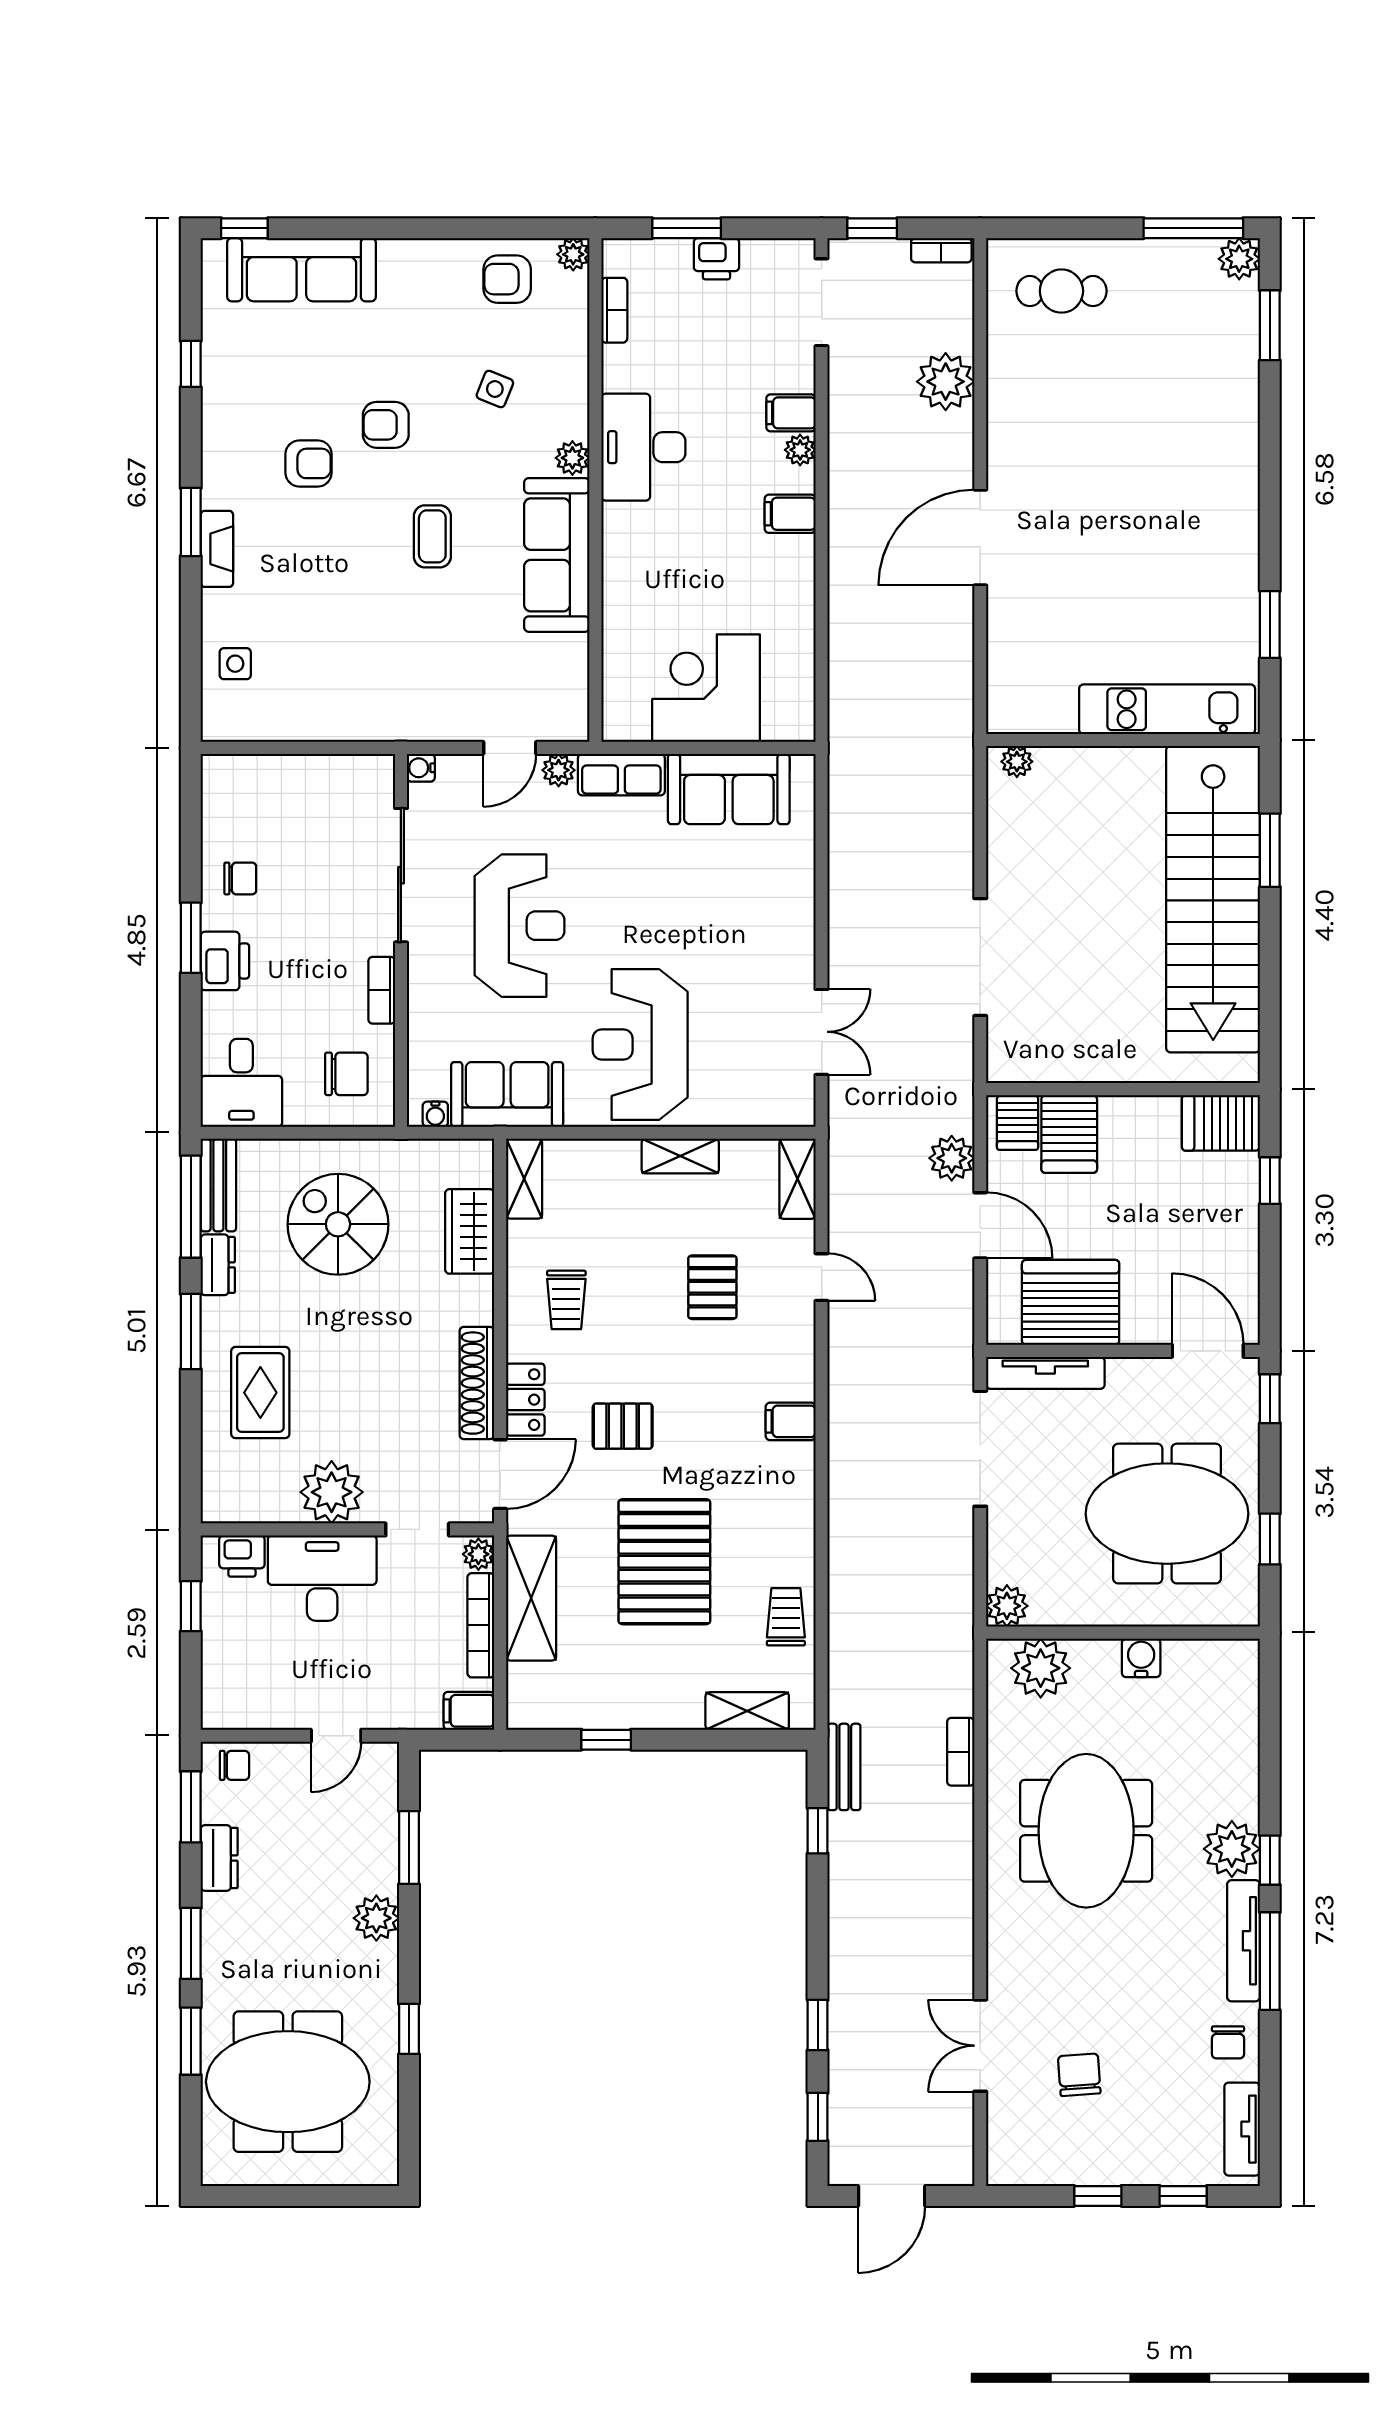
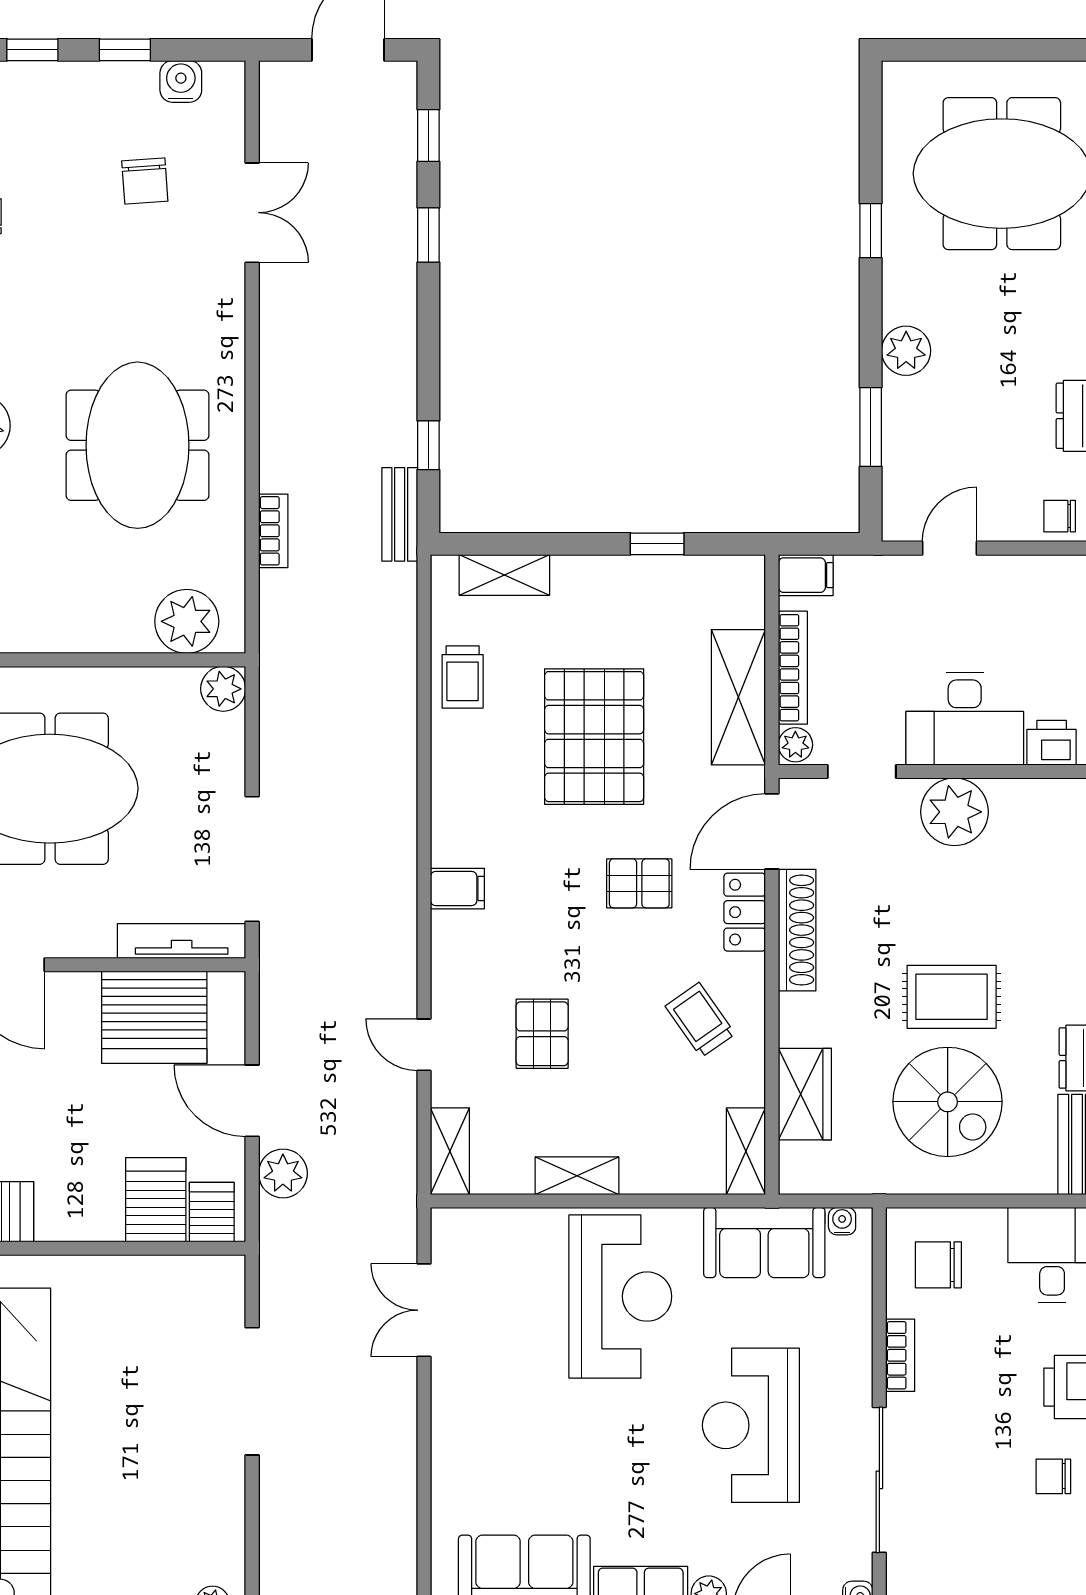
trolley: (566, 1300) -> (700, 1020), turned -35
rug: (260, 1393) -> (952, 997), moved, turned 90
water cooler: (1141, 1658) -> (181, 81), moved, turned 180

